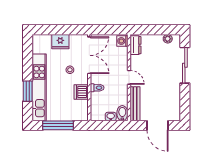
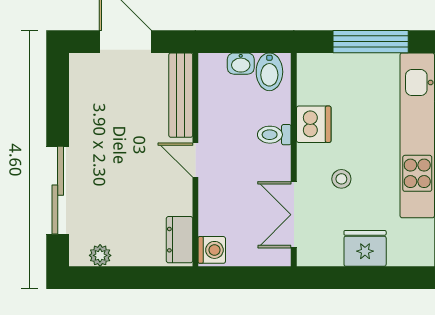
double door: (89, 55) -> (294, 215), width x0.73
bidet: (122, 113) -> (269, 72), moved

